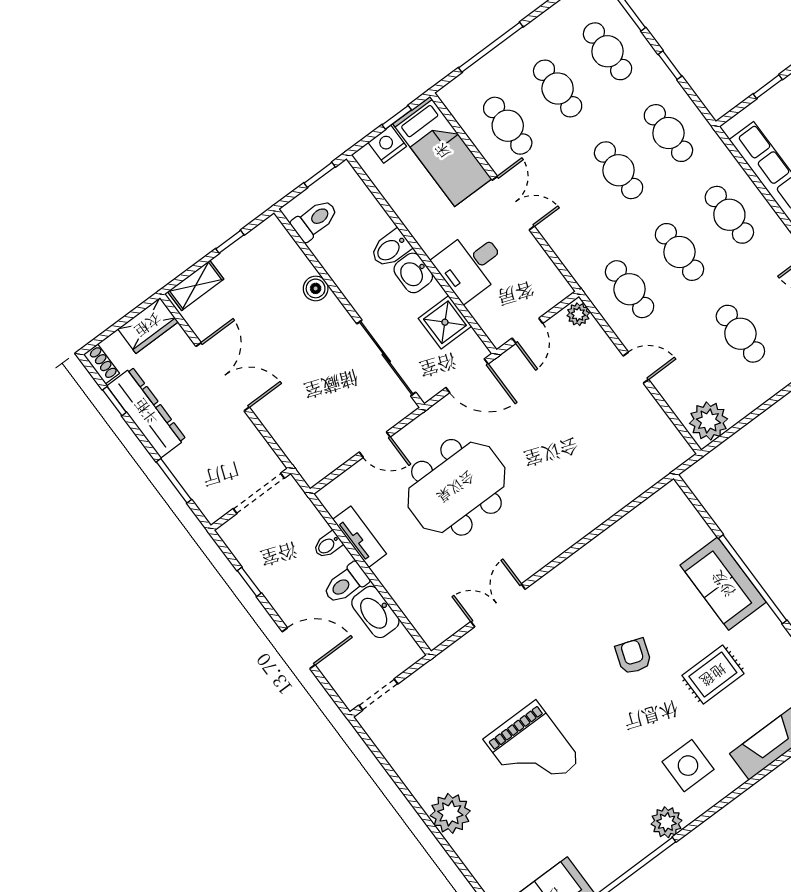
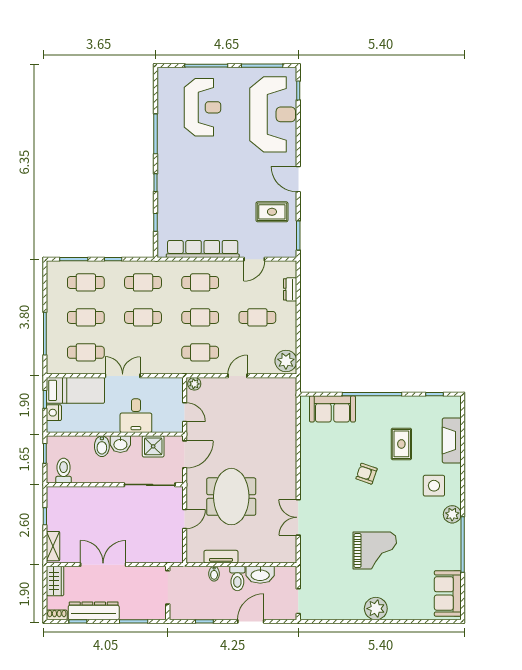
boiler: (316, 288) -> (95, 493), removed
sofa: (723, 584) -> (332, 409), moved

